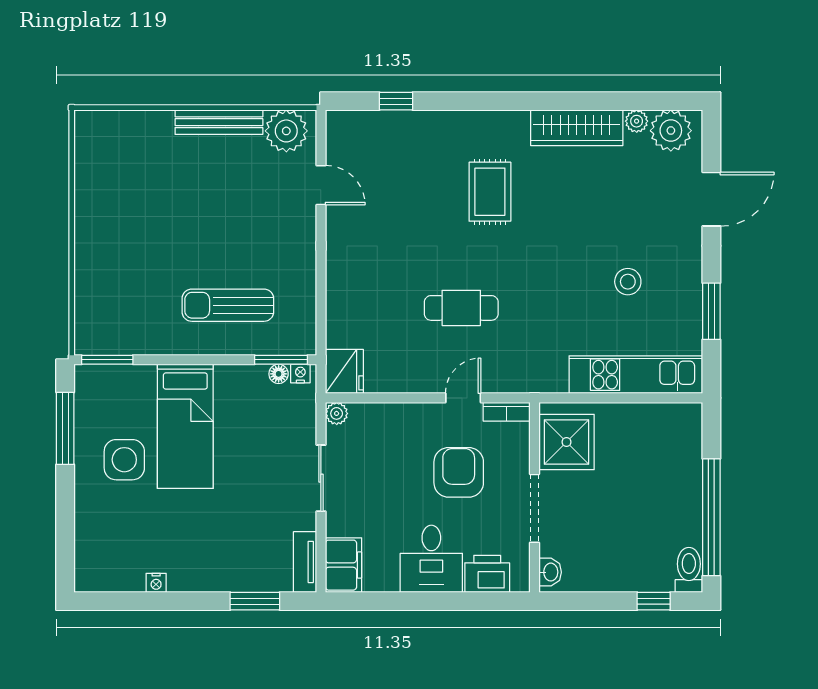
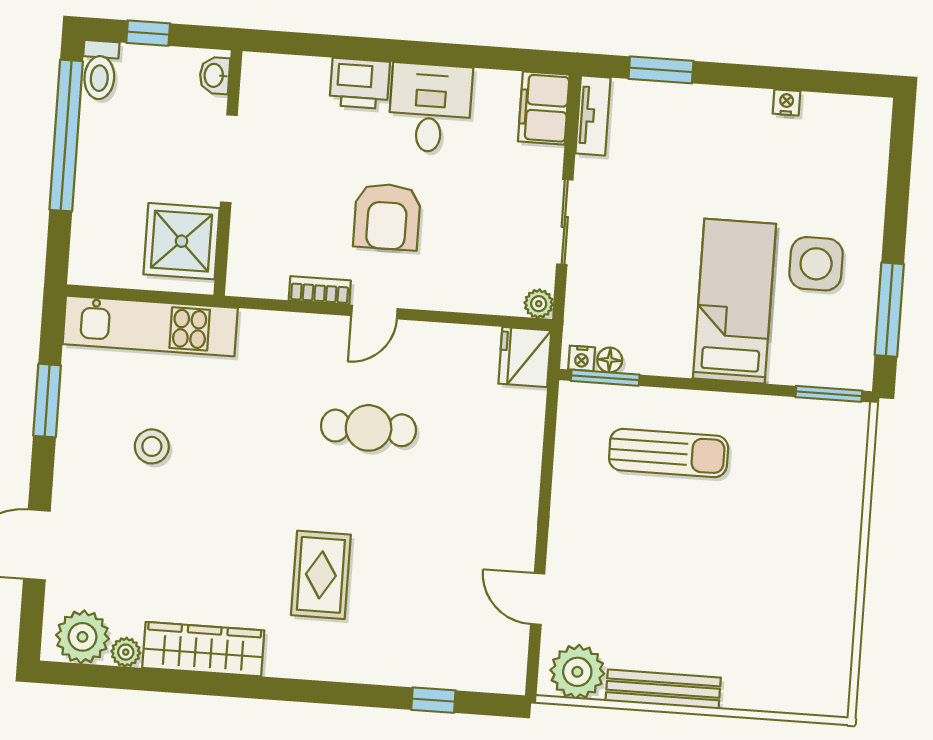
shower: (566, 442) -> (182, 241), moved
wall: (534, 497) -> (228, 173), moved
doorway: (534, 508) -> (229, 159), moved
washbasin: (550, 572) -> (215, 75), moved

